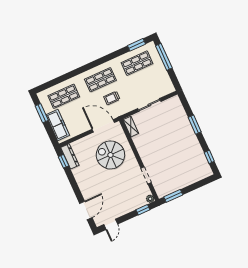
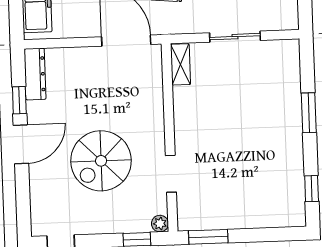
spiral stairs: (110, 155) -> (101, 161), moved, turned -90
window: (64, 161) -> (19, 100), moved
door: (86, 210) -> (21, 144), moved

